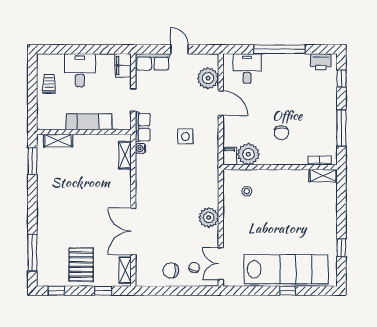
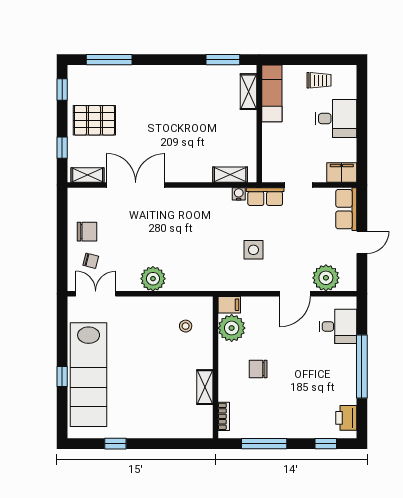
exam couch: (89, 122) -> (272, 93), moved
shelving: (323, 176) -> (205, 387), moved
chair: (171, 271) -> (87, 232), turned 84

